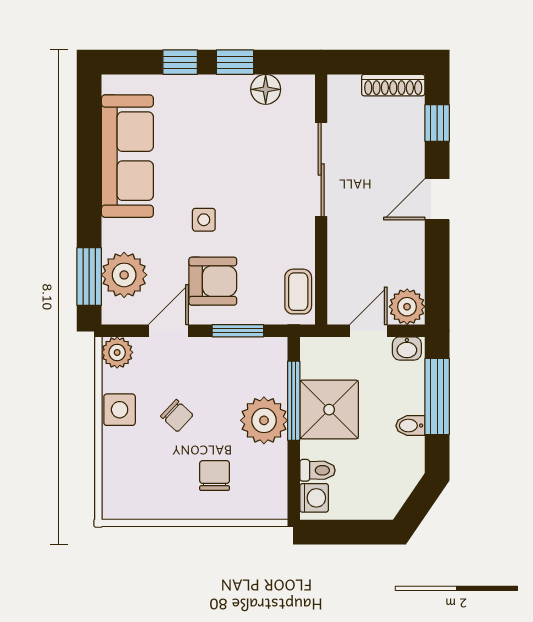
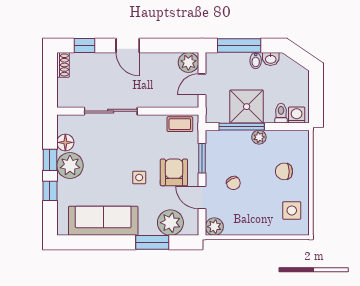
shoe rack: (393, 85) -> (63, 65), width x0.70
plant: (225, 98) -> (70, 165), added
window: (89, 277) -> (152, 242), moved
door: (368, 331) -> (202, 84), hinge flipped
washbasin: (407, 348) -> (271, 59), moved, turned 90
side table: (120, 410) -> (292, 210), moved
chair: (177, 416) -> (233, 183), moved, turned 110
plant: (264, 420) -> (259, 137), width x0.53, depth x0.53

